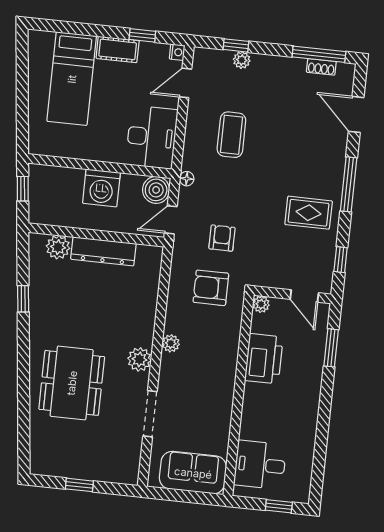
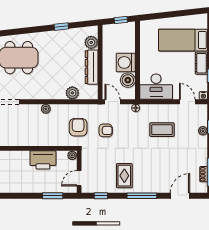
boiler: (156, 190) -> (128, 80), moved
plant: (139, 359) -> (72, 93), moved

